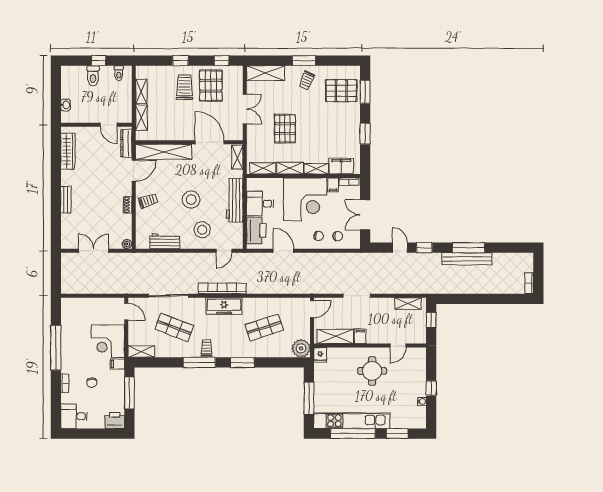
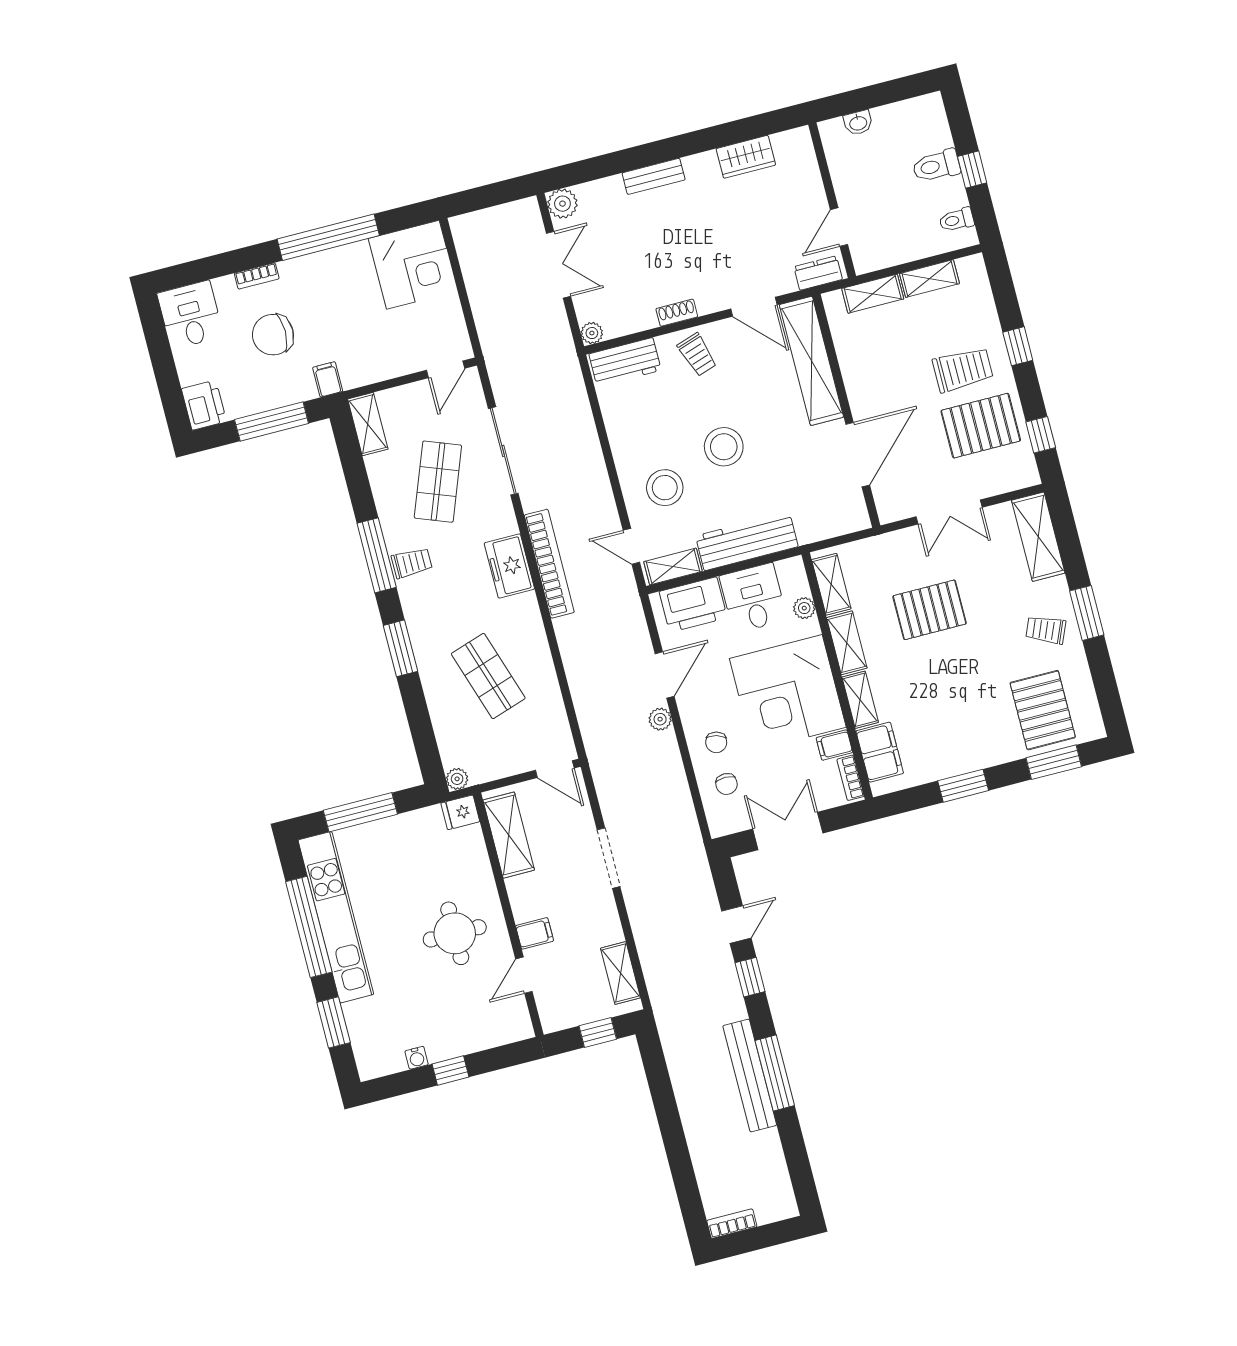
dresser: (126, 143) -> (818, 273), width x0.70
wardrobe: (68, 151) -> (746, 157), width x0.67
shelving: (237, 157) -> (673, 567), moved
plant: (270, 183) -> (804, 608), added
workbench: (165, 241) -> (625, 362), moved, turned 90
plant: (67, 242) -> (562, 204), added
plant: (302, 258) -> (660, 719), added
freezer: (224, 306) -> (509, 566), width x0.71
filing cabinet: (360, 336) -> (535, 933), moved
corner desk: (108, 341) -> (413, 265), moved, turned 180
door: (398, 346) -> (524, 975), hinge flipped
plant: (301, 348) -> (457, 779), width x0.53, depth x0.53
chair: (92, 383) -> (273, 335), width x1.87, depth x1.87

